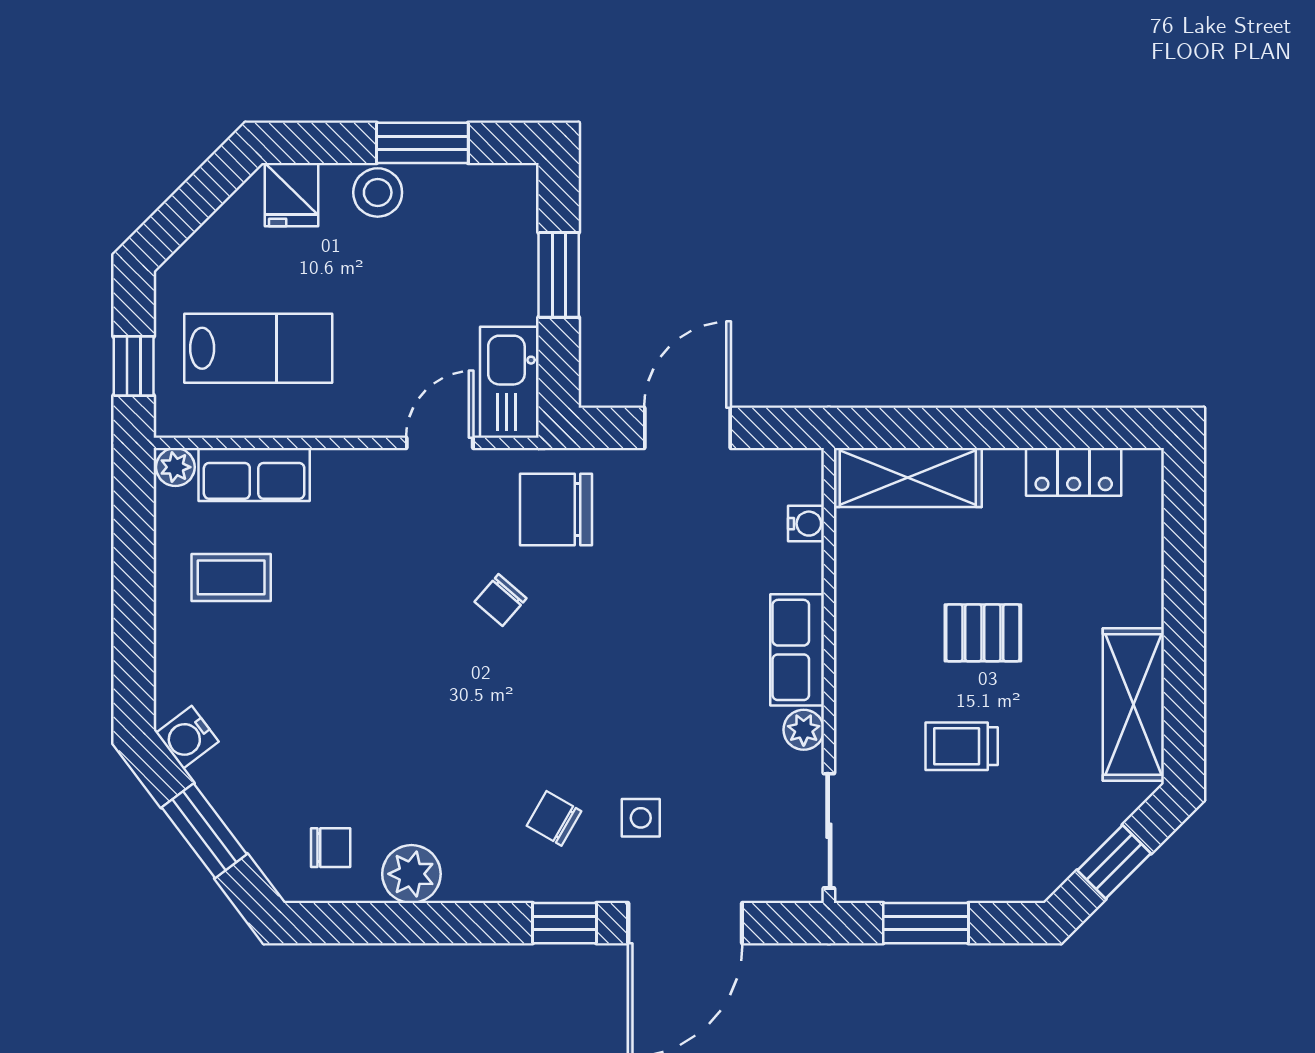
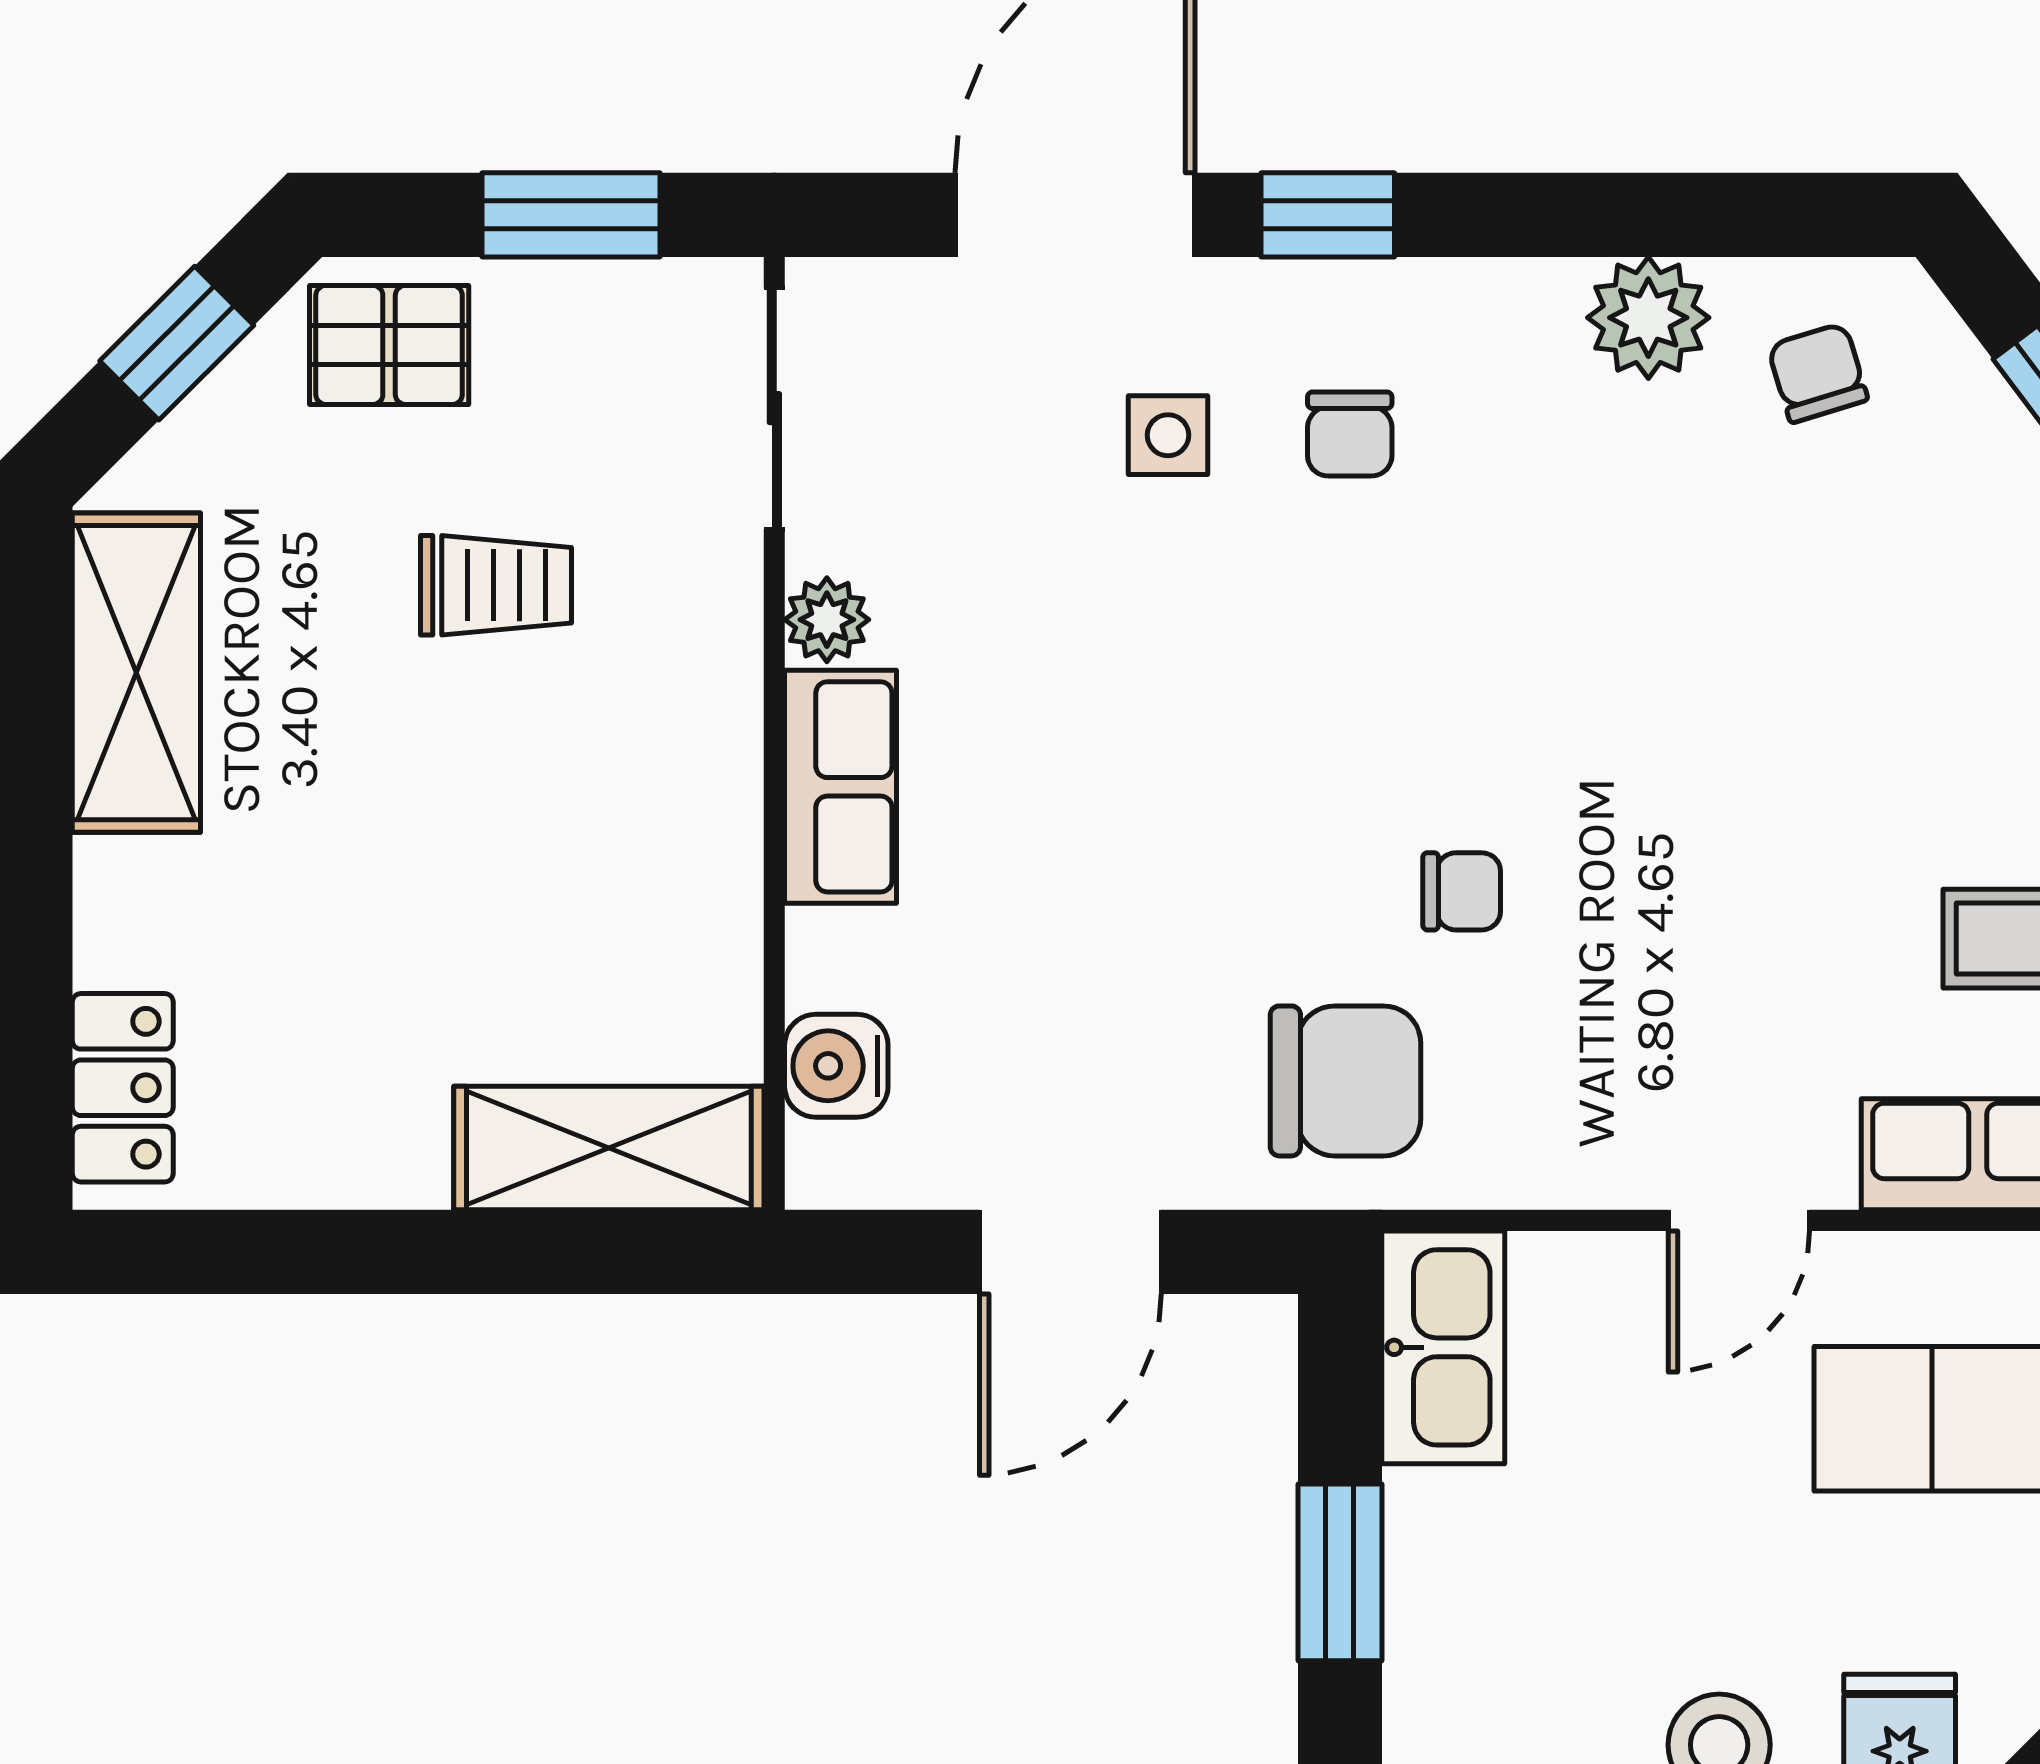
door: (440, 443) -> (1739, 1220), moved
locker: (1074, 472) -> (123, 1088), moved, turned 90
water cooler: (806, 524) -> (836, 1066), width x1.38, depth x1.38
chair: (501, 600) -> (1462, 891), turned 49
pallet: (983, 633) -> (389, 345), moved
chair: (554, 818) -> (1350, 434), turned 60
chair: (331, 848) -> (1818, 373), turned 73

